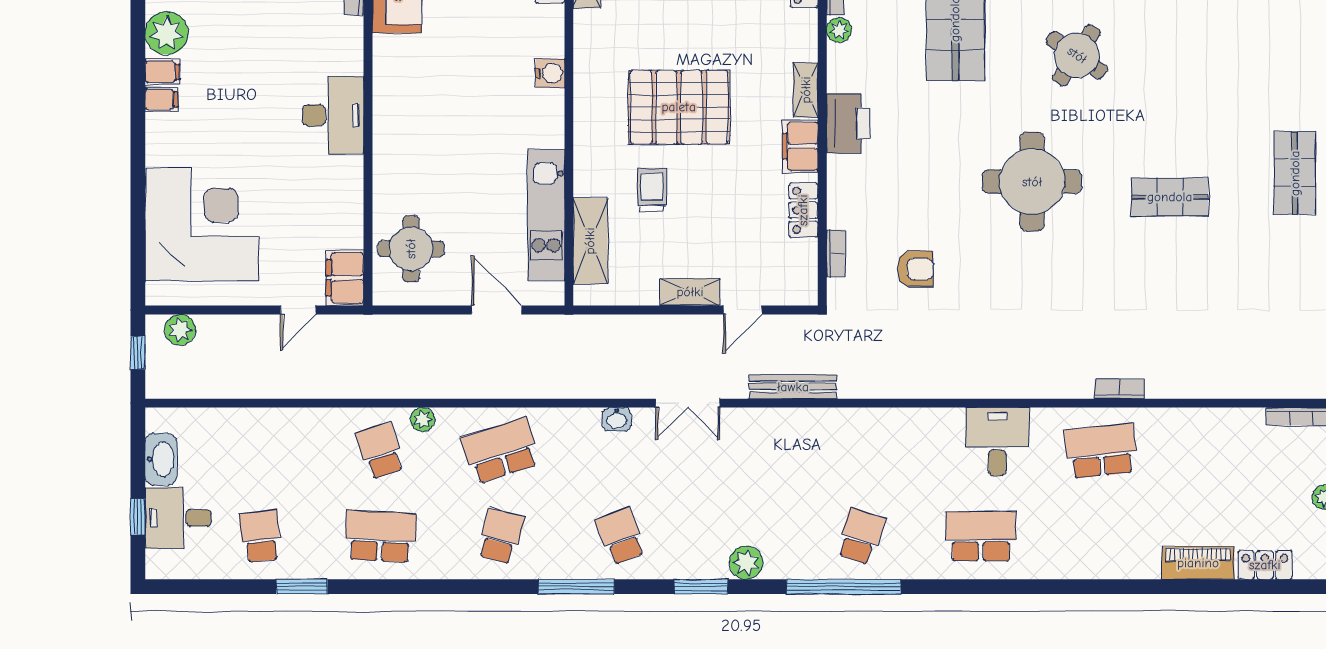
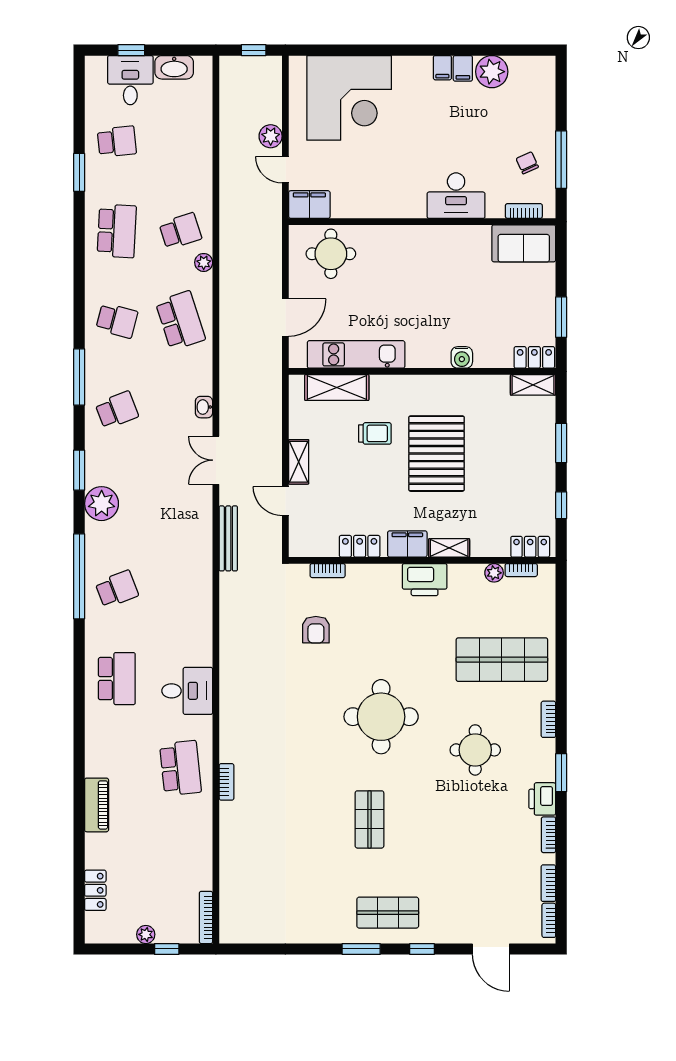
round table: (1077, 55) -> (475, 750), turned -34
desk: (333, 115) -> (456, 196), moved
plant: (180, 330) -> (271, 136), moved
school desk: (861, 536) -> (117, 589), turned -39
plant: (746, 563) -> (102, 504), width x1.36, depth x1.36
piano: (1198, 563) -> (97, 805), moved

